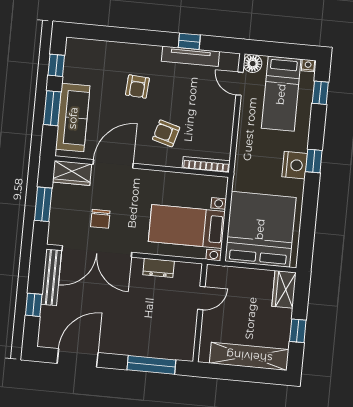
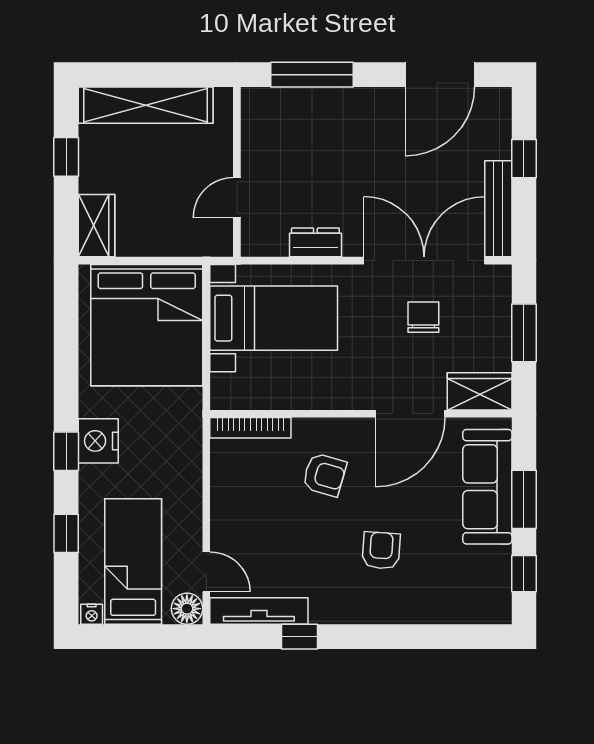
tv unit: (190, 56) -> (259, 611), moved
window: (320, 93) -> (66, 533), moved

